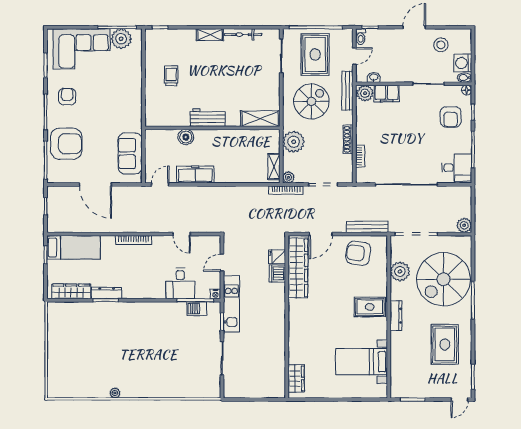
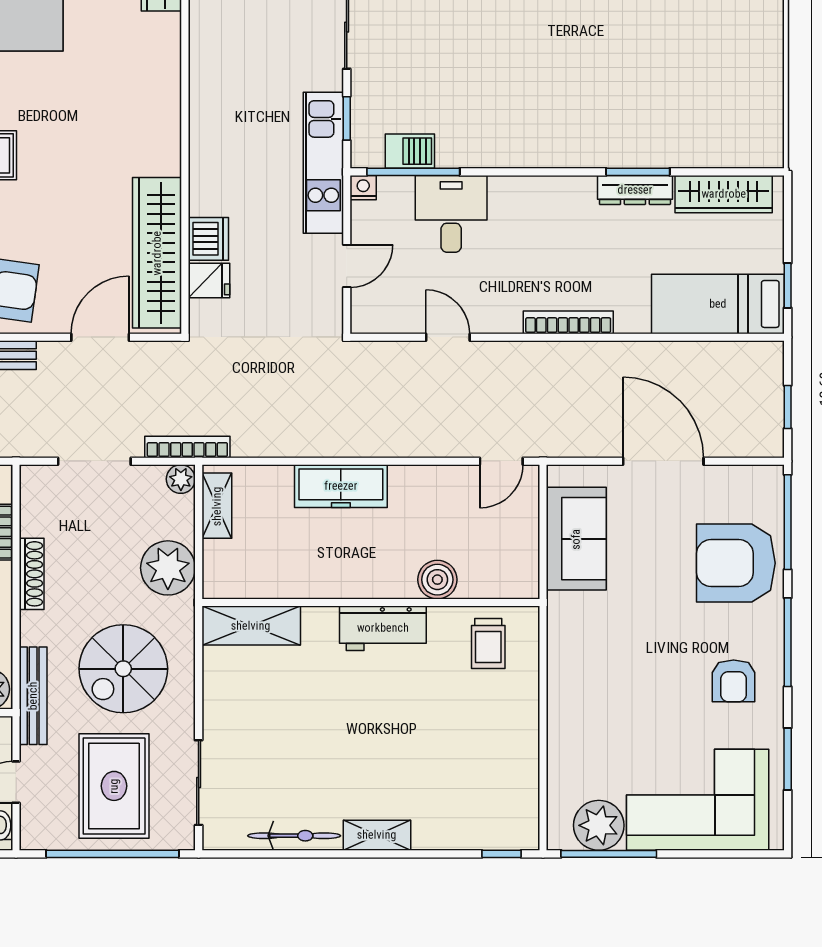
trolley: (171, 76) -> (488, 644), moved
freezer: (195, 174) -> (341, 486), moved

